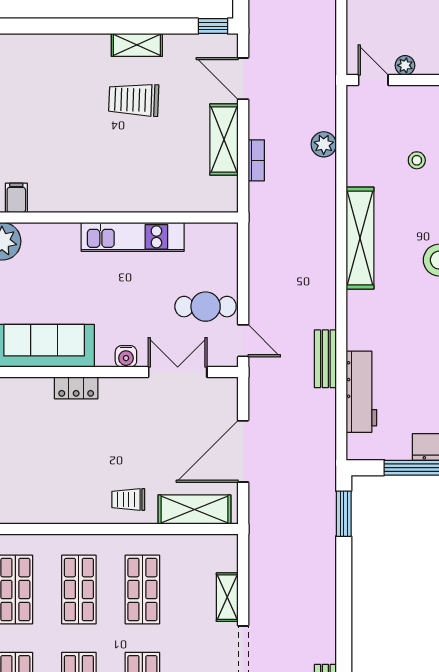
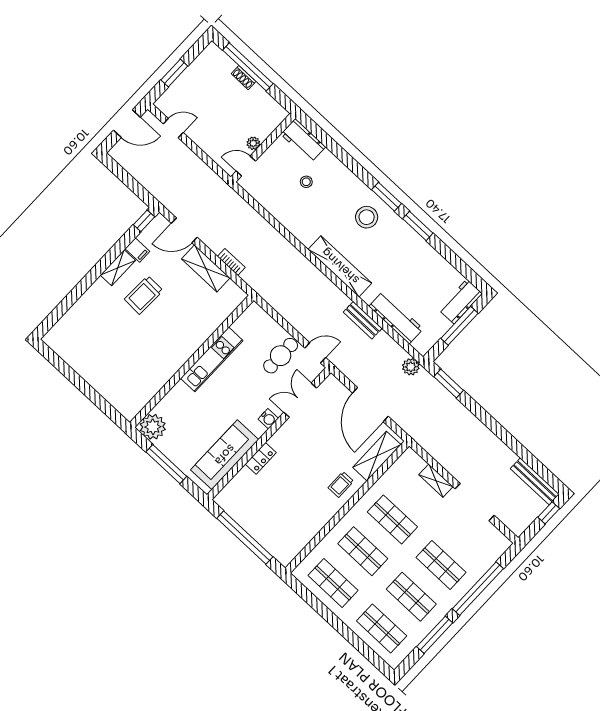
plant: (324, 144) -> (411, 367), moved
filing cabinet: (16, 198) -> (137, 250), moved, turned 180
shelving: (360, 238) -> (340, 266), moved

